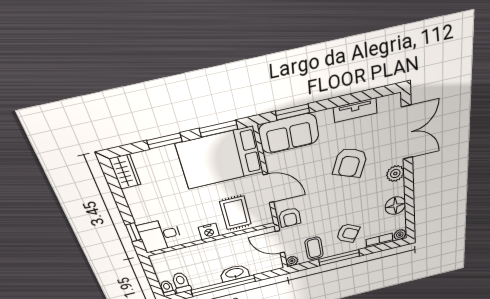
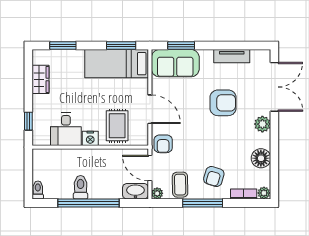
window: (165, 141) -> (63, 46), moved
bed: (220, 158) -> (117, 64), width x0.67
armchair: (350, 163) -> (223, 103), turned -112
wardrobe: (125, 172) -> (40, 79), moved
armchair: (348, 233) -> (214, 177), turned 78
desk: (160, 235) -> (66, 129), moved, turned -90
washbasin: (235, 273) -> (135, 191), moved
toilet: (181, 283) -> (81, 187), moved

